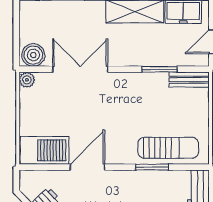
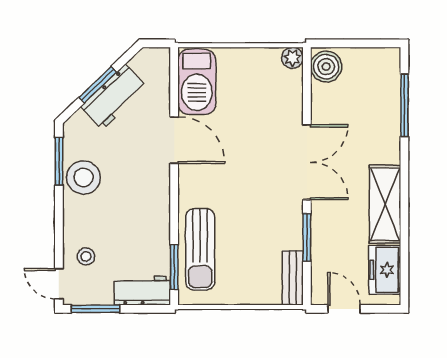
double door: (80, 69) -> (307, 162), moved
window: (152, 167) -> (174, 267), moved

